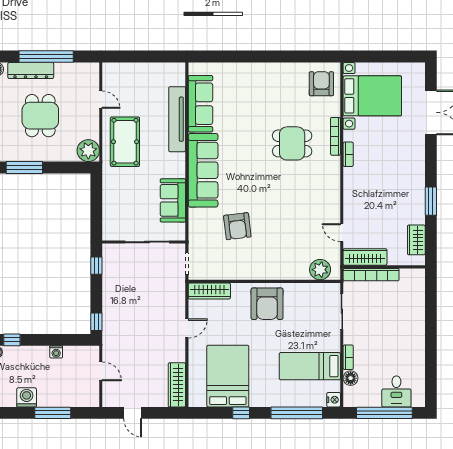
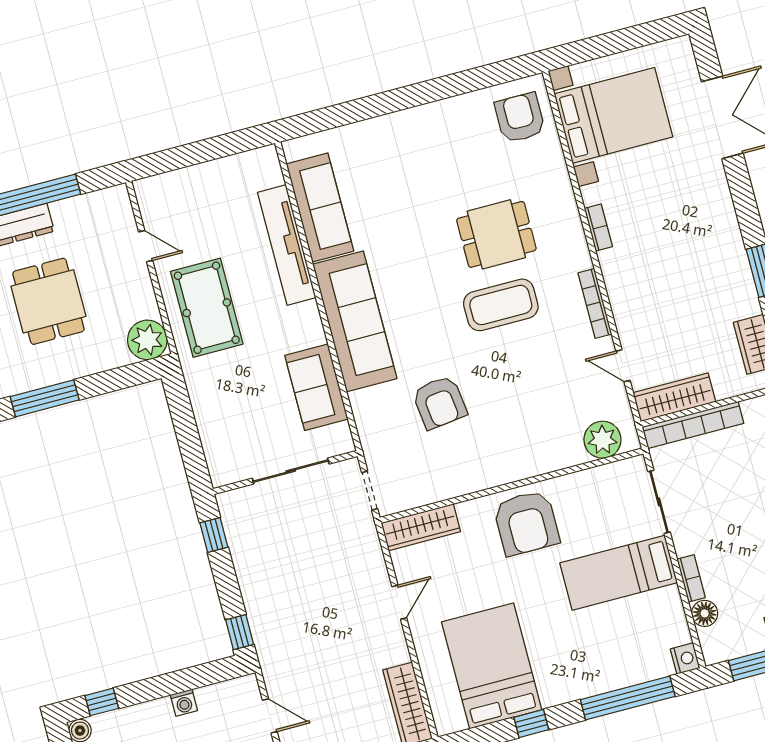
bookcase: (335, 136) -> (595, 303), moved
coffee table: (284, 182) -> (501, 305), added
bed: (310, 366) -> (619, 573), moved

